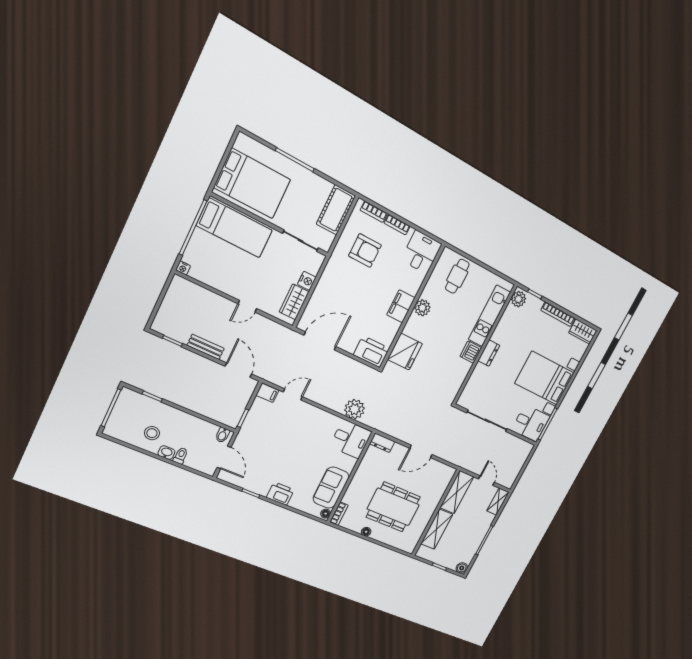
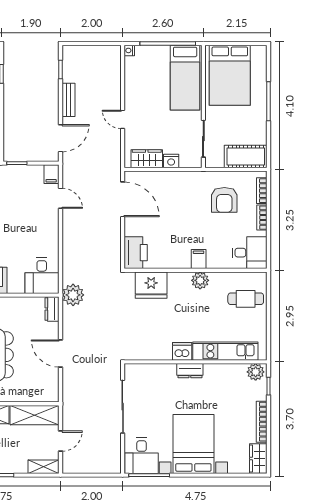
filing cabinet: (401, 306) -> (199, 259), width x0.50
plant: (355, 409) -> (73, 295), moved

